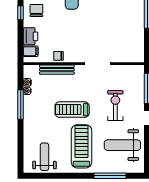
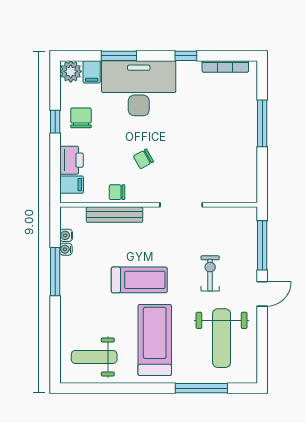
chair: (75, 36) -> (143, 159), added
exercise bike: (115, 106) -> (210, 273), width x0.73, depth x0.72
treadmill: (72, 110) -> (139, 280), turned 180
weight bench: (122, 145) -> (222, 338), turned -90
weight bench: (44, 157) -> (94, 357), turned -90

